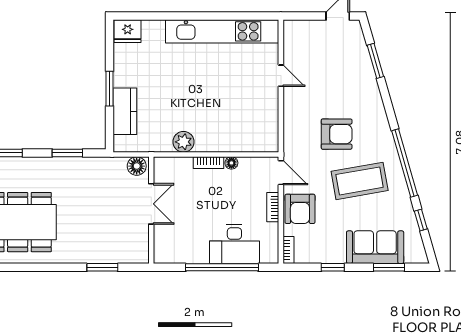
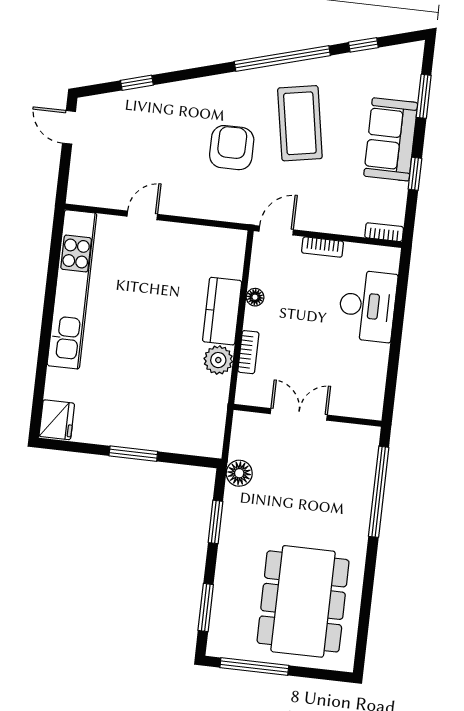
window: (375, 61) -> (137, 83), width x0.67
kitchen counter: (125, 111) -> (222, 311), moved, turned -90
bookcase: (209, 163) -> (248, 352), moved
floor lamp: (137, 166) -> (239, 473), moved
armchair: (300, 209) -> (329, 210), removed
sofa: (375, 247) -> (391, 139), moved
window: (102, 267) -> (379, 492), width x2.11
window: (222, 267) -> (397, 327), removed

